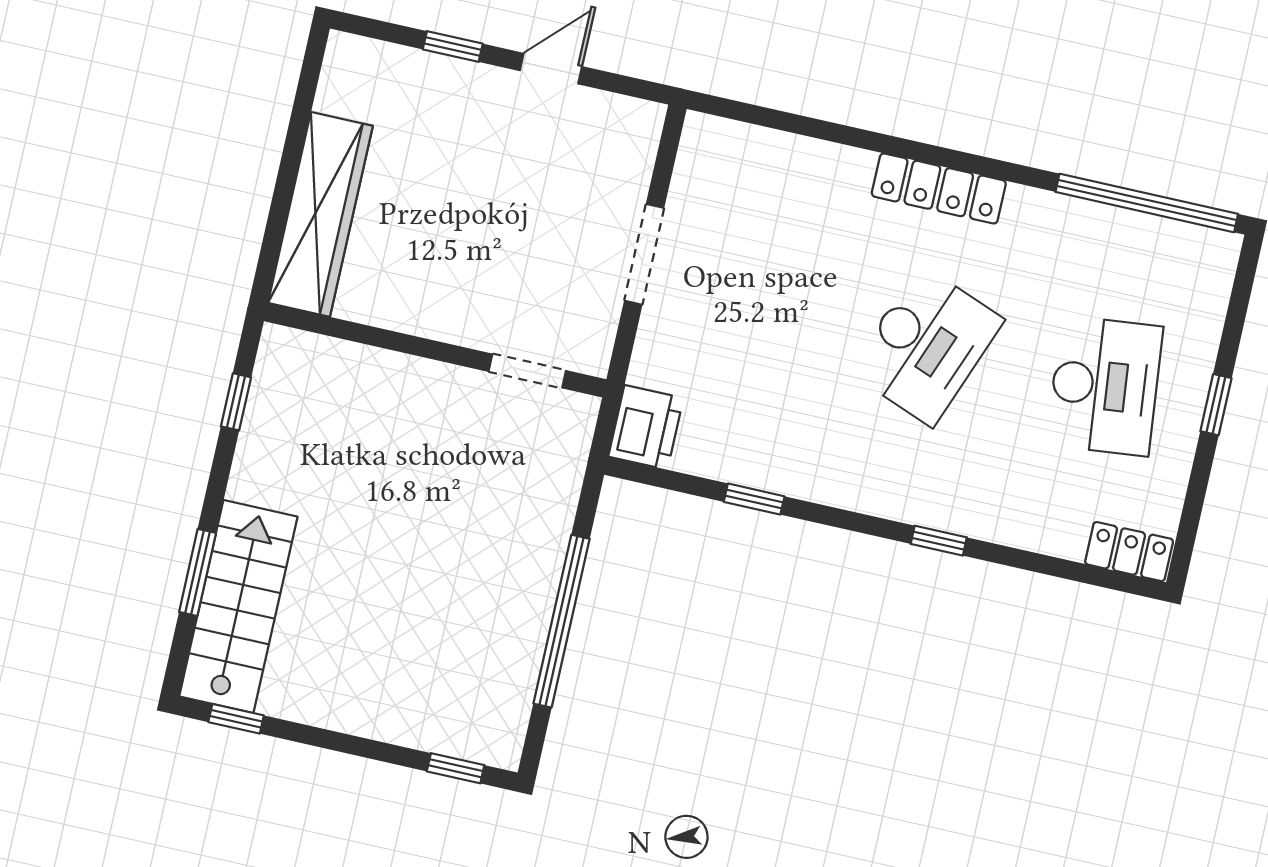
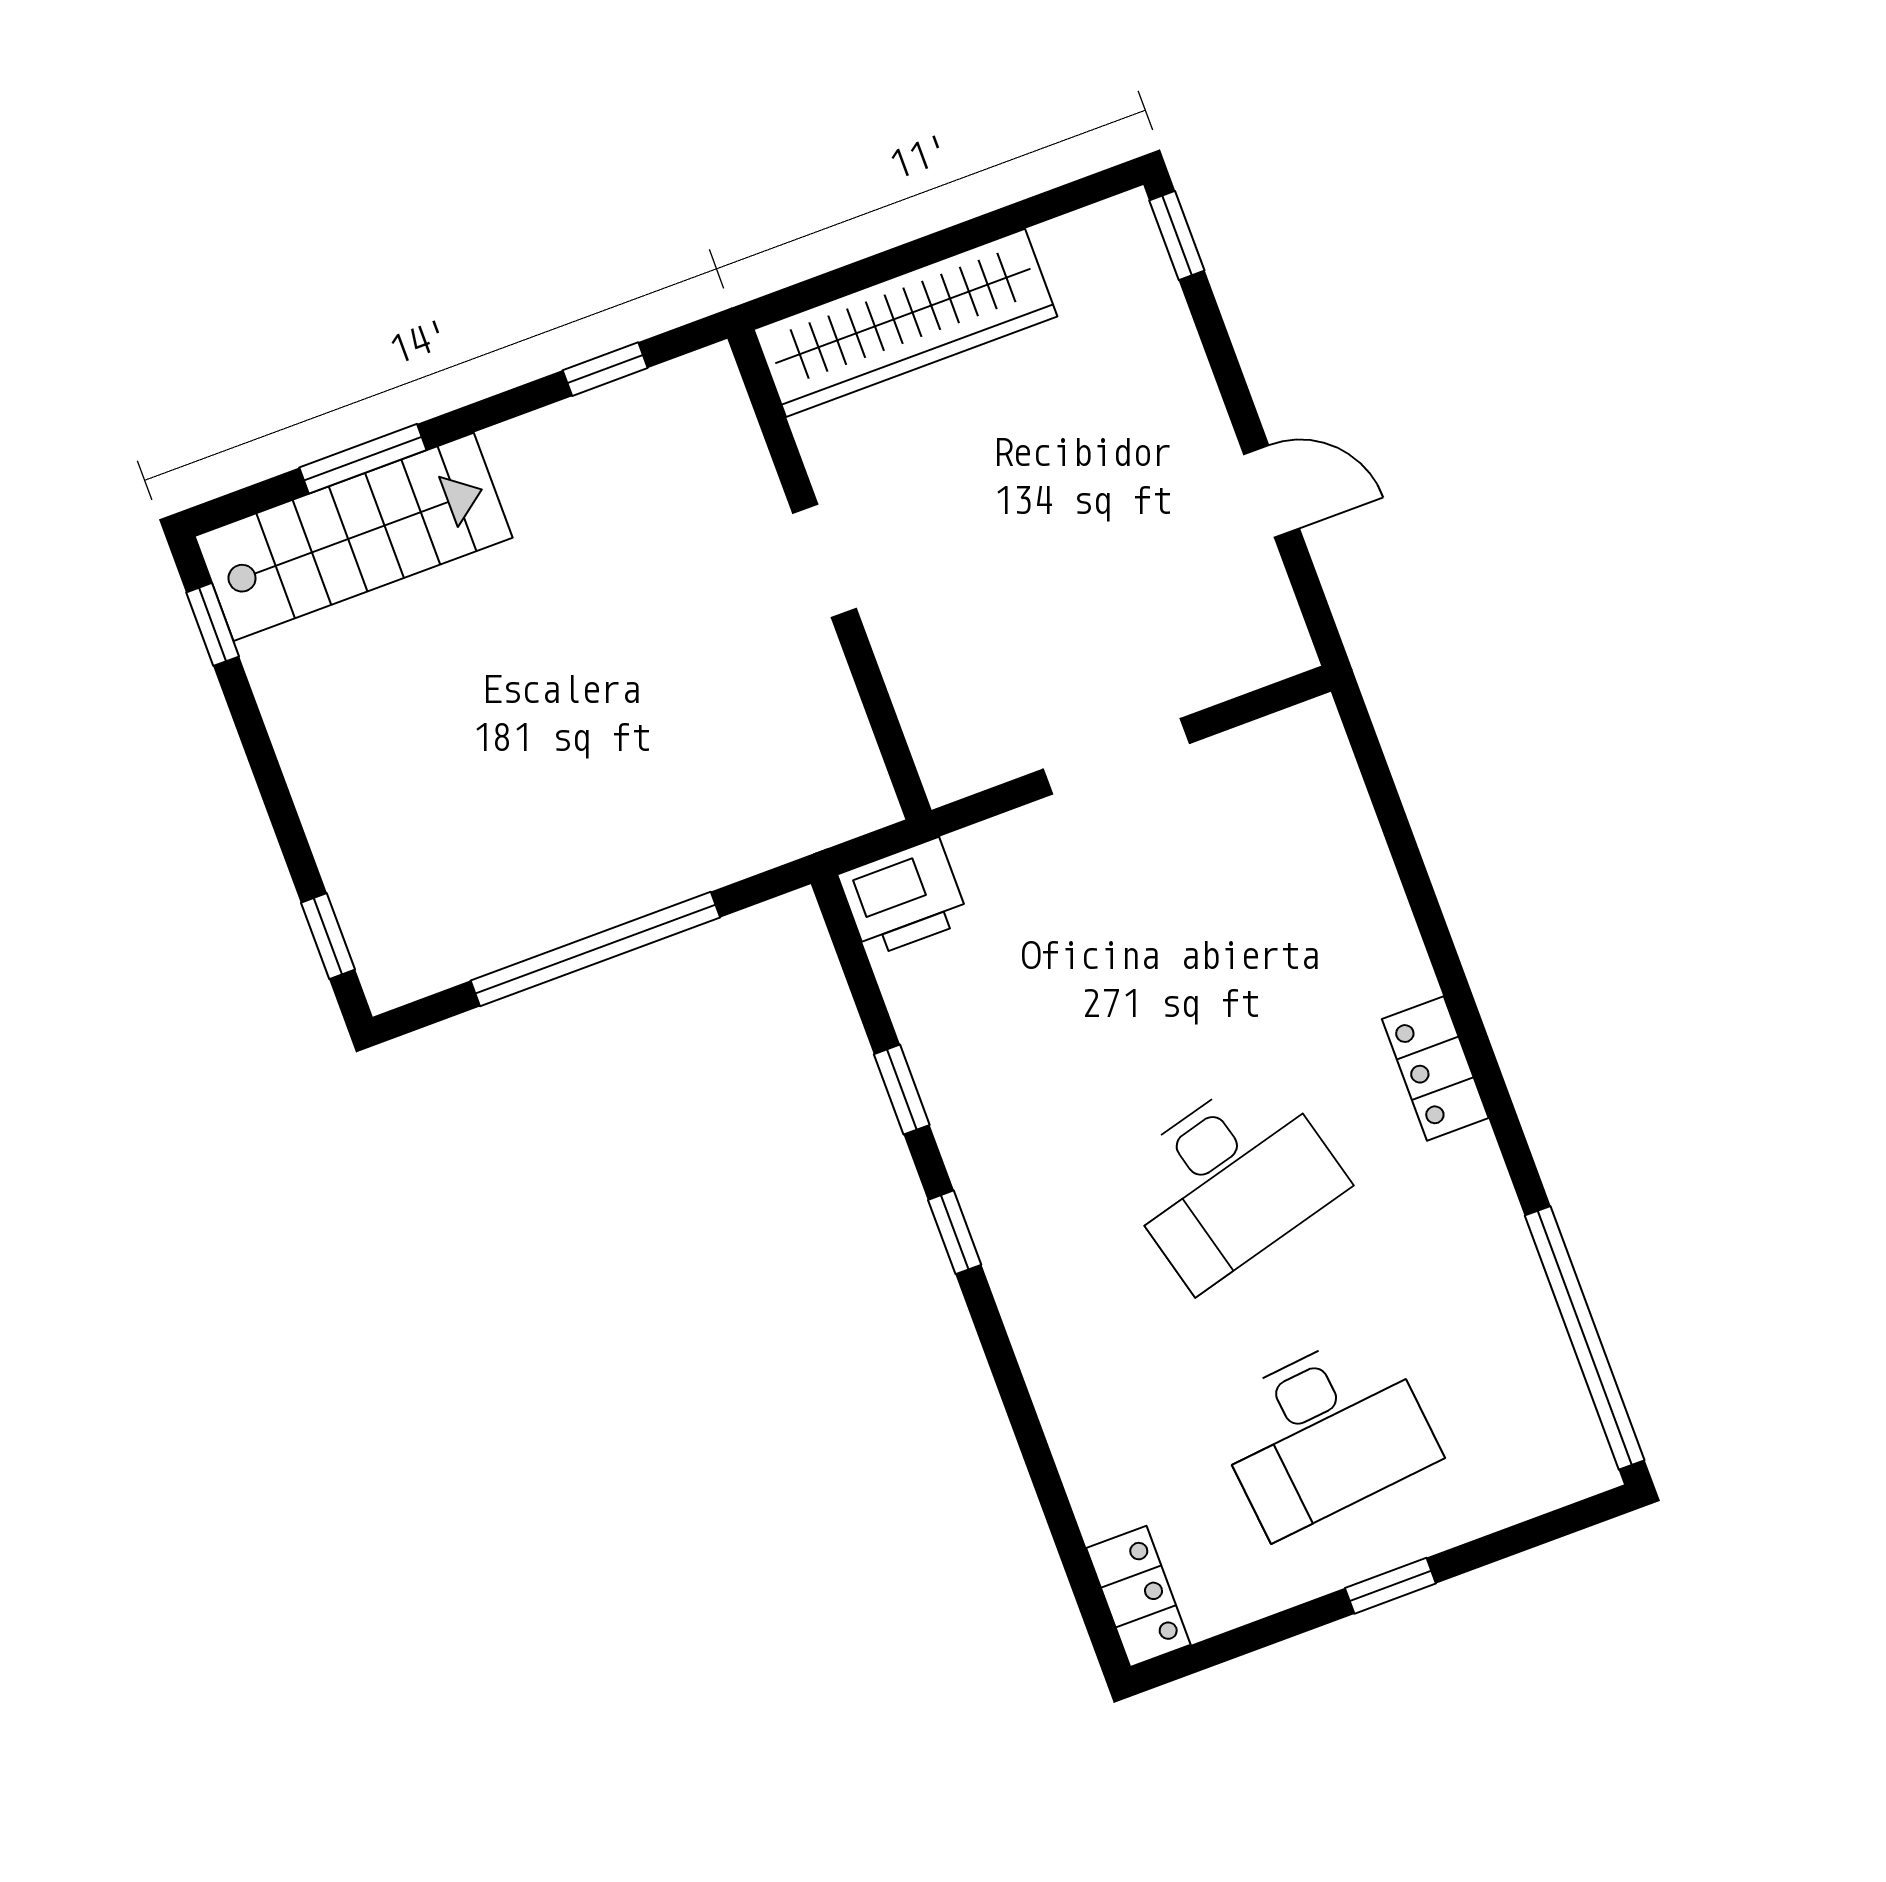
window: (453, 47) -> (1177, 235), moved
locker: (939, 188) -> (1435, 1068), width x0.66
desk: (926, 346) -> (1231, 1179), turned -36
doorway: (527, 371) -> (824, 561), moved
window: (939, 541) -> (955, 1232), moved

